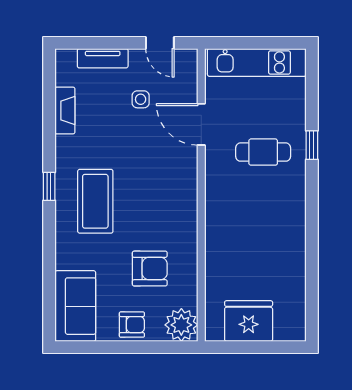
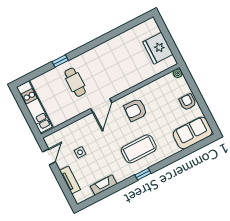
door: (201, 124) -> (101, 105), moved
armchair: (150, 269) -> (136, 110), moved, turned -88
plant: (181, 325) -> (178, 73), width x0.53, depth x0.53

